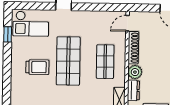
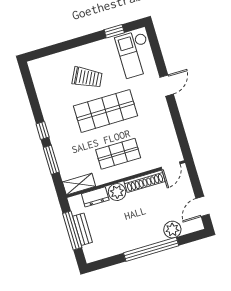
door: (128, 23) -> (171, 166), swing flipped
trolley: (37, 67) -> (87, 77), turned -63

